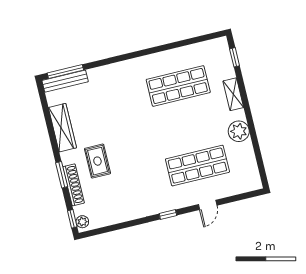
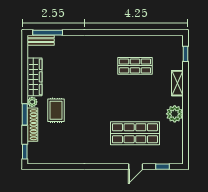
bench: (65, 81) -> (41, 40), width x0.73
shop shelf: (178, 86) -> (135, 66), width x0.70, depth x0.74
window: (168, 214) -> (163, 167), moved
plant: (82, 222) -> (32, 102), moved

